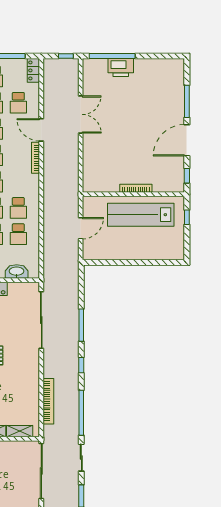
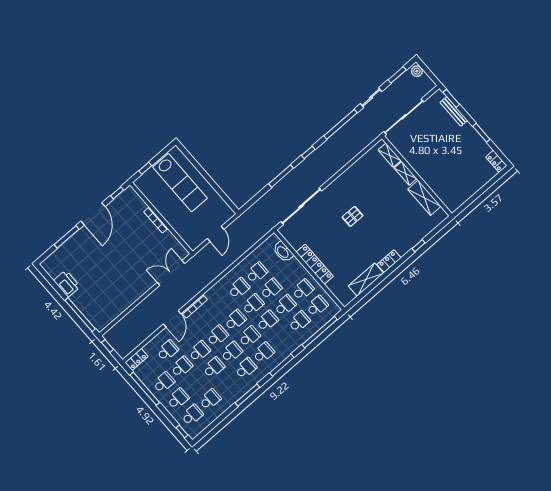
printer: (121, 68) -> (67, 284), moved
double door: (81, 114) -> (171, 273), moved
door: (187, 140) -> (93, 214), hinge flipped
lab bench: (141, 215) -> (180, 183), moved
door: (81, 228) -> (216, 234), swing flipped
bookcase: (48, 401) -> (352, 153), removed

